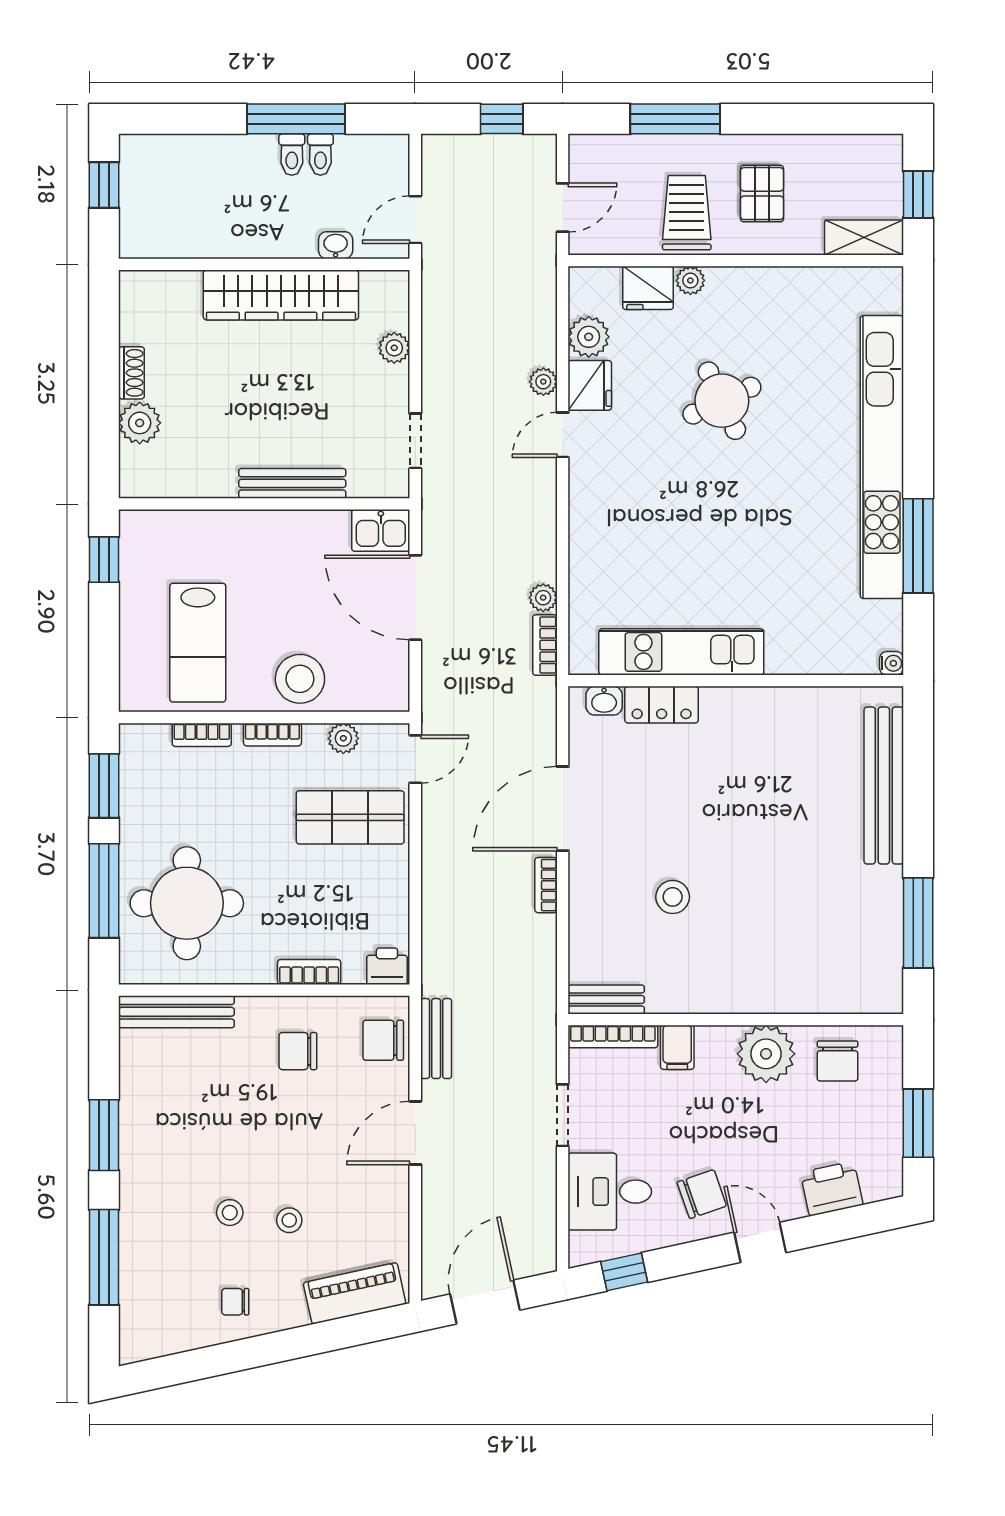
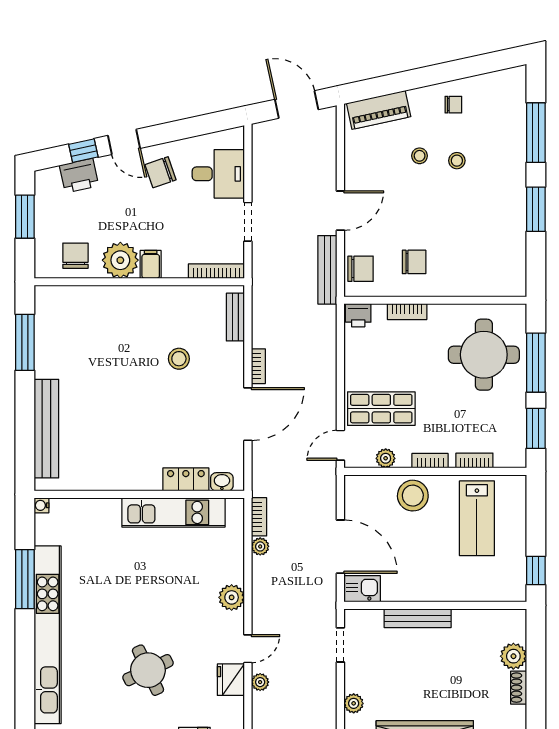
plant: (589, 337) -> (232, 597), moved
lab bench: (198, 643) -> (477, 518), turned 180
bench: (606, 999) -> (235, 317), moved, turned 90
bench: (176, 1012) -> (490, 287), removed
bench: (436, 1039) -> (327, 270), width x1.36
filing cabinet: (677, 1047) -> (151, 264), moved
window: (624, 1272) -> (83, 151), moved
door: (485, 1302) -> (297, 104), swing flipped

